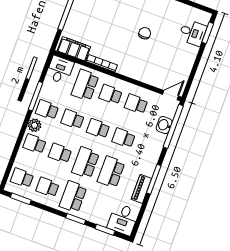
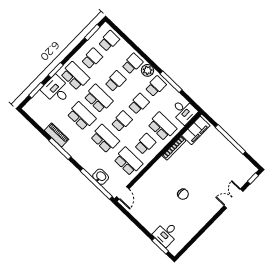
school desk: (136, 104) -> (128, 161), width x1.85
school desk: (124, 138) -> (105, 139), width x1.85
desk: (123, 219) -> (56, 90), moved

